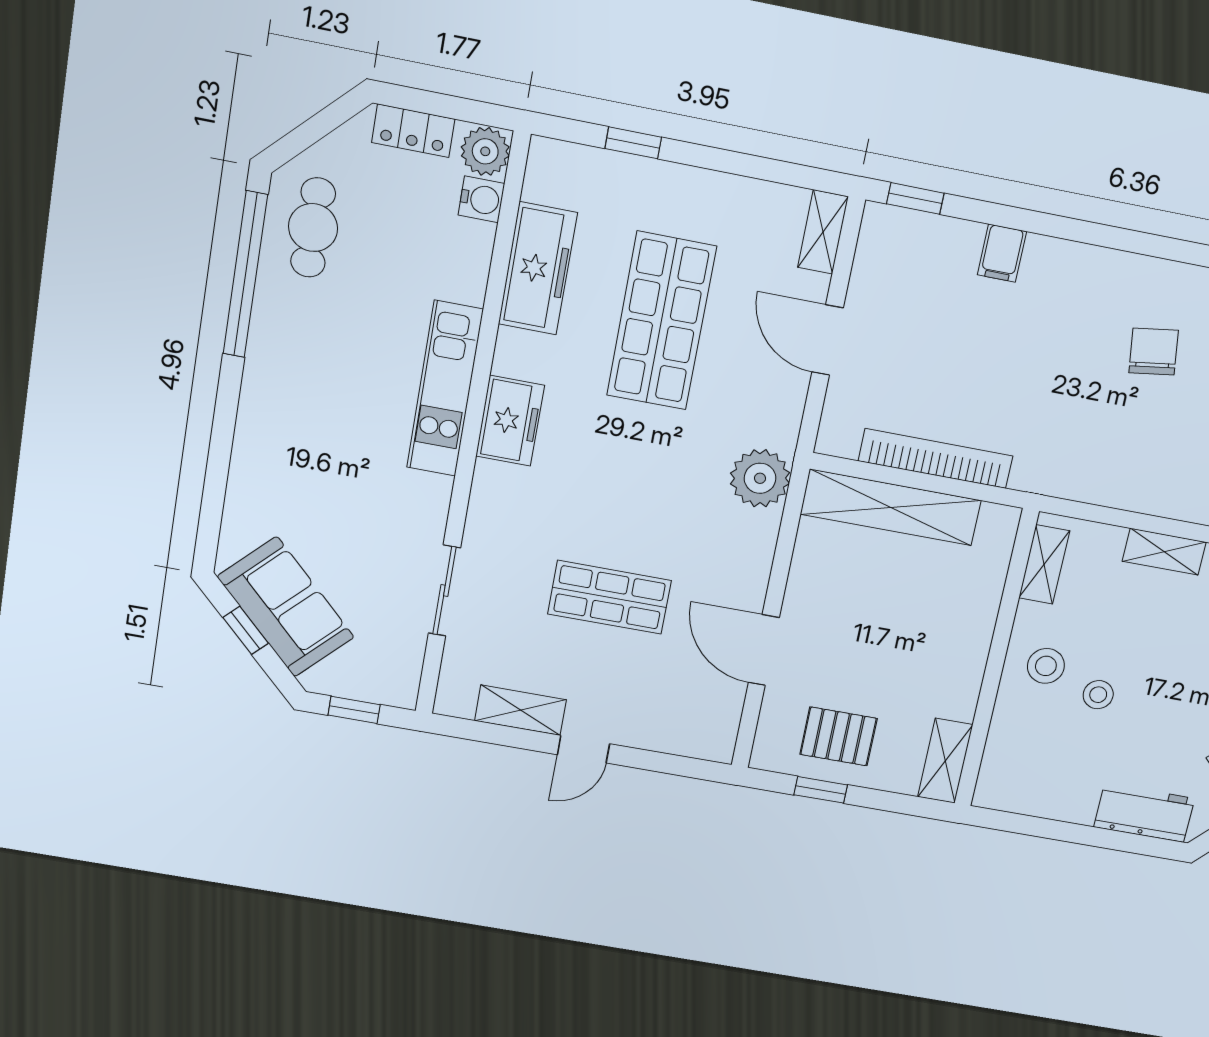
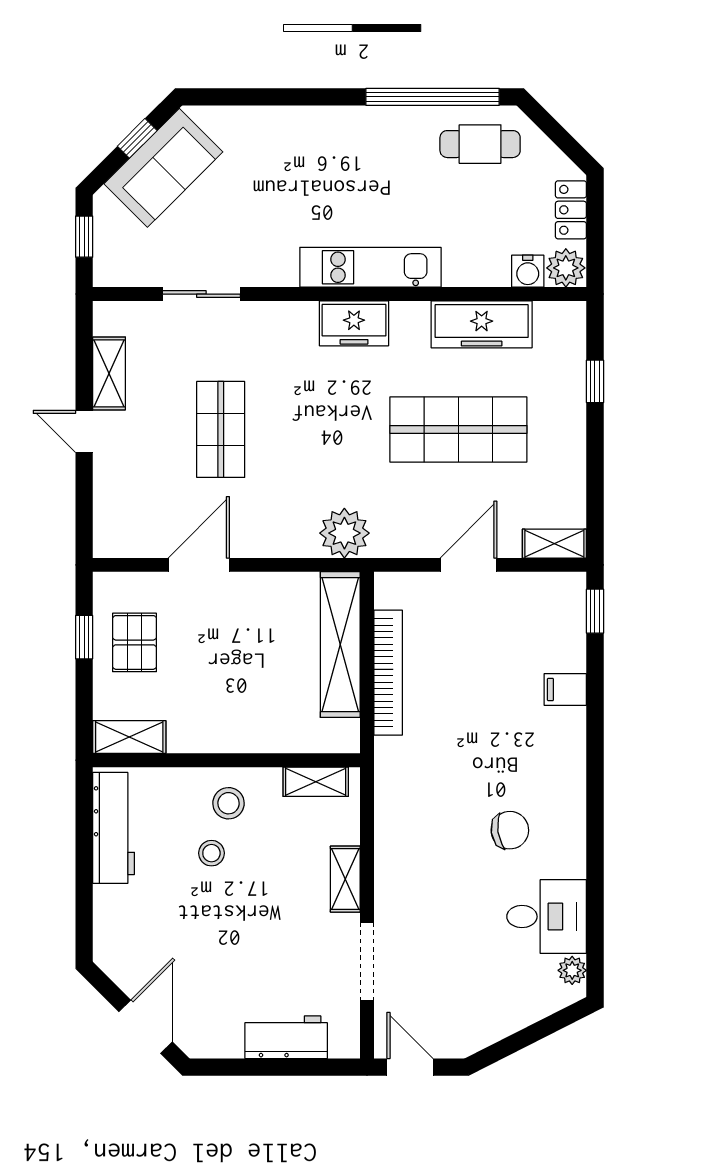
workbench: (1144, 813) -> (114, 828), moved, width x1.38

